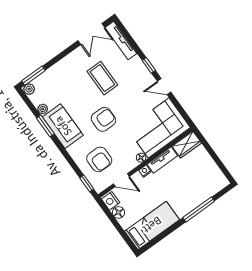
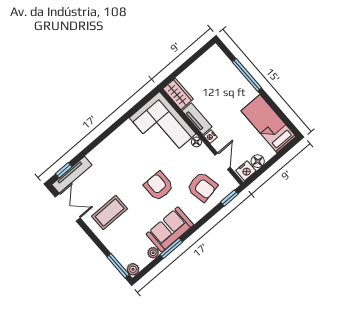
window: (149, 65) -> (64, 170), moved
coffee table: (102, 78) -> (110, 212), moved
door: (164, 87) -> (118, 124), removed
armchair: (99, 159) -> (202, 187), turned 79

